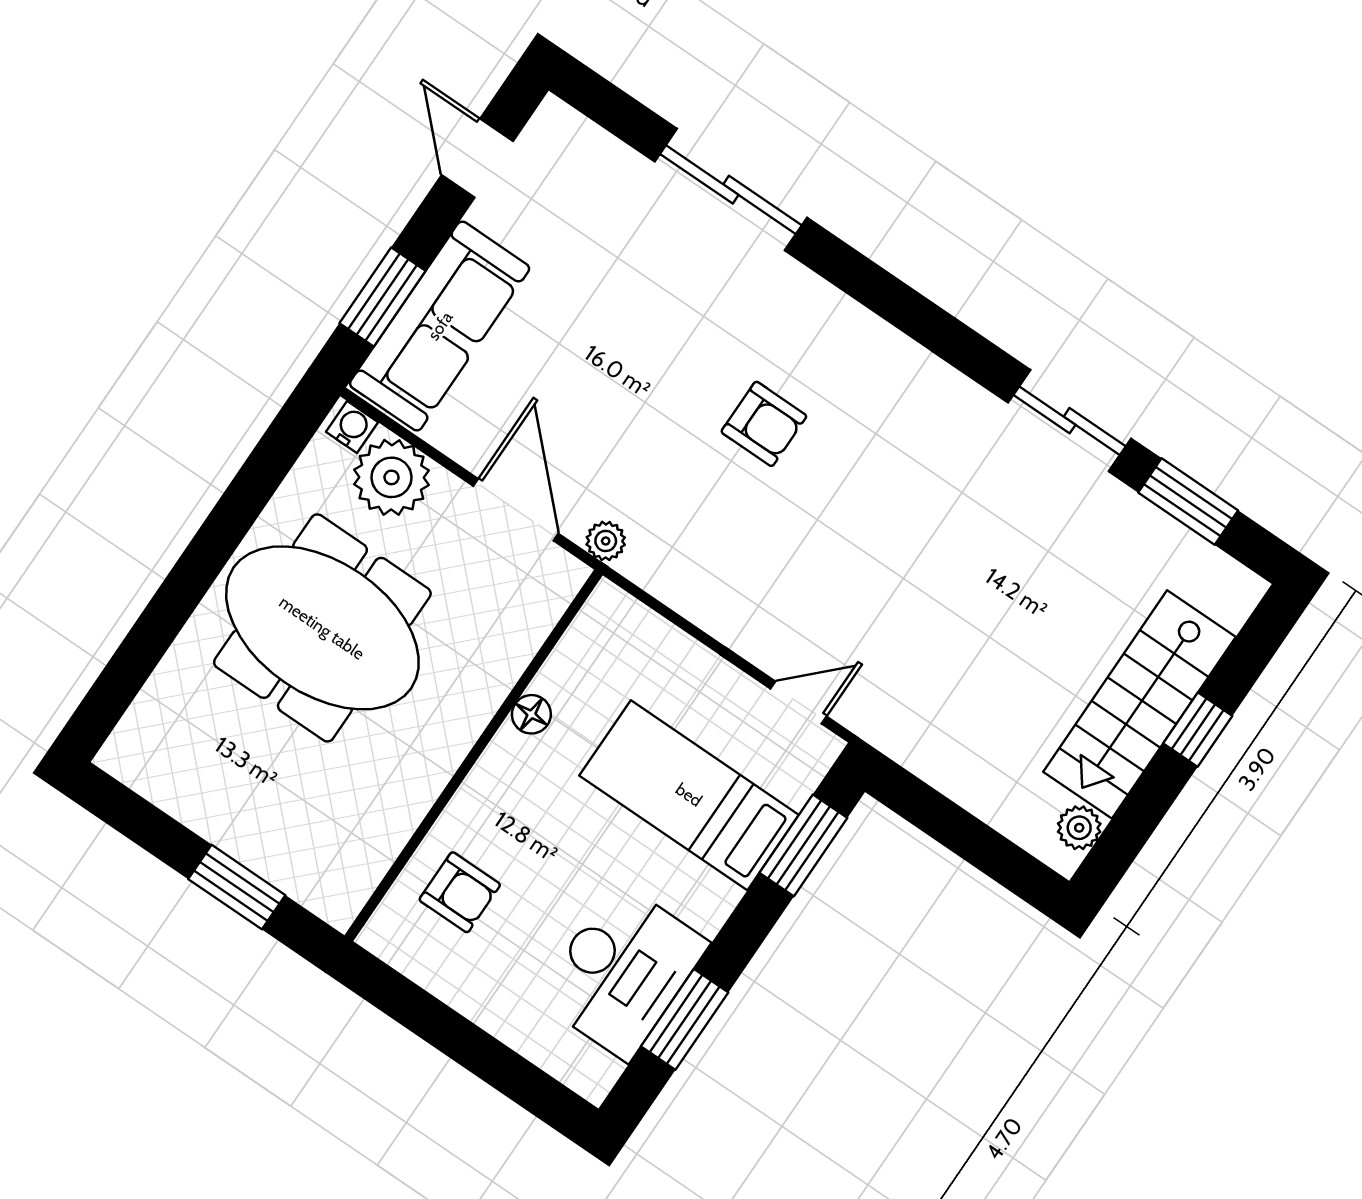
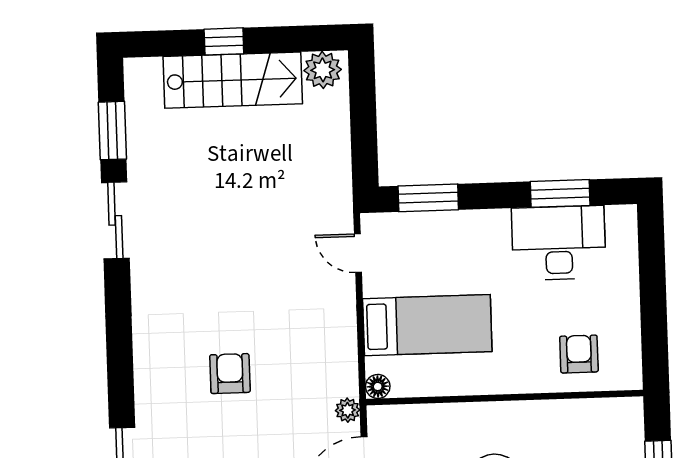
floor lamp: (531, 714) -> (378, 386), moved
bed: (689, 795) -> (427, 325), moved, turned -90
plant: (1079, 828) -> (323, 70), width x1.38, depth x1.38

